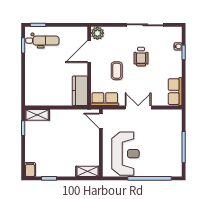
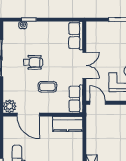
row of seats: (175, 92) -> (76, 36), moved, turned 90
double door: (138, 108) -> (84, 65), swing flipped
door: (101, 121) -> (98, 103), swing flipped

